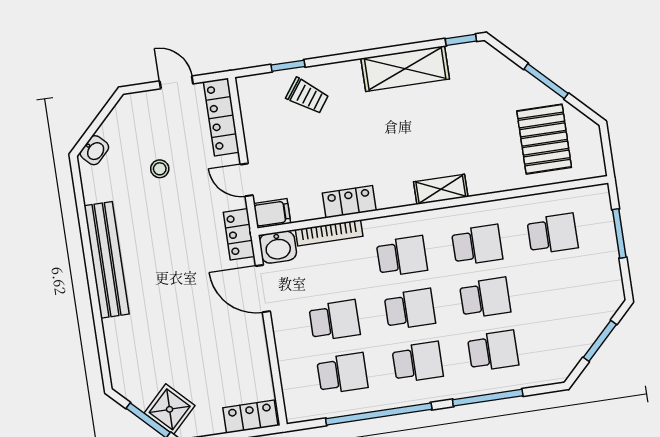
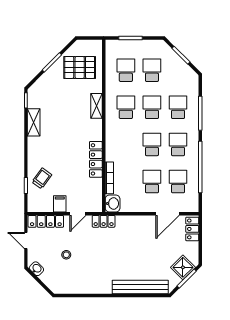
shelving: (405, 69) -> (34, 122), width x0.67, depth x0.75
door: (176, 82) -> (26, 241), hinge flipped
washbasin: (94, 150) -> (36, 269), moved
shelving: (441, 189) -> (96, 106), moved
locker: (349, 202) -> (96, 159), width x1.53
filing cabinet: (272, 213) -> (60, 204), moved
school desk: (402, 256) -> (152, 70), moved
bench: (107, 260) -> (140, 287), moved
door: (263, 289) -> (167, 214), moved

